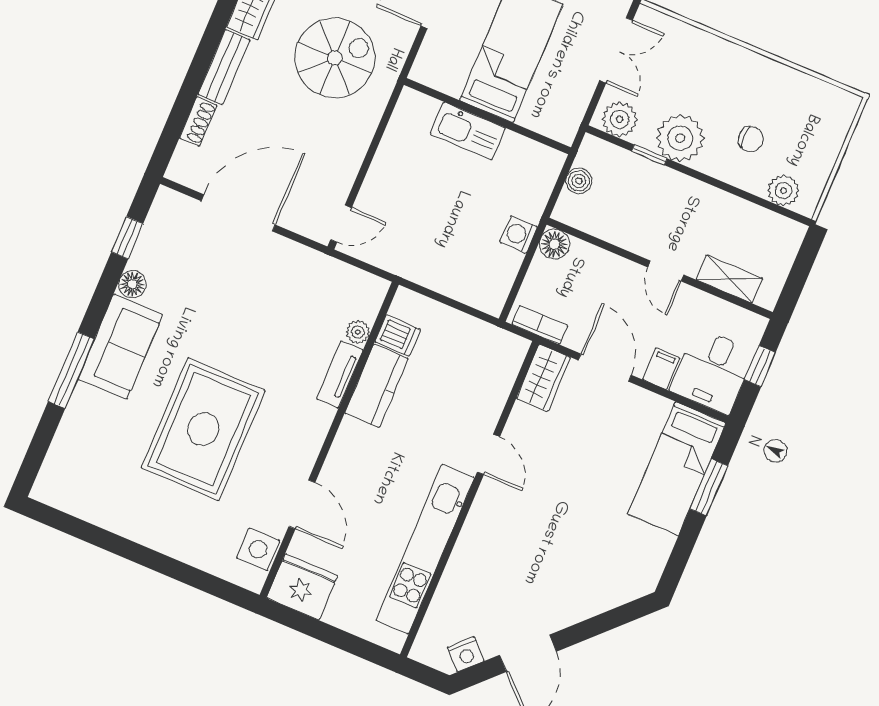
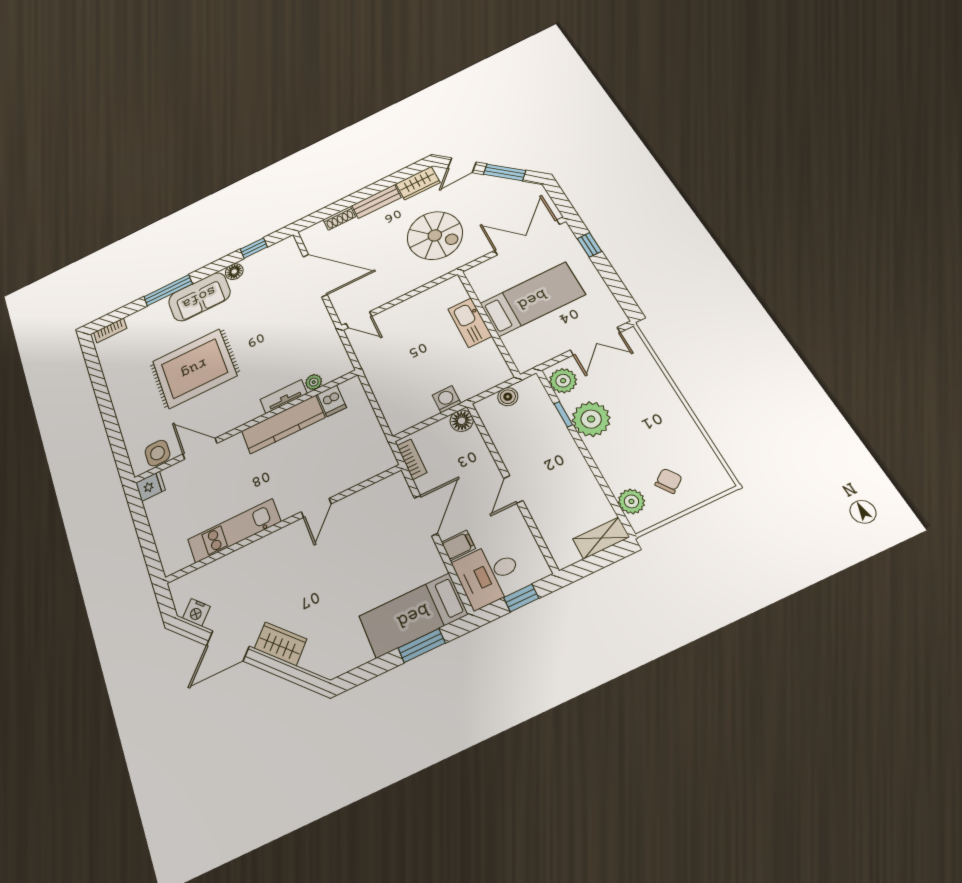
chair: (751, 139) -> (668, 481), moved, turned -126
shelving: (729, 279) -> (601, 538), moved, turned 90
wardrobe: (543, 378) -> (280, 644), moved, turned -135
kitchen counter: (376, 386) -> (283, 424), width x1.50
bookcase: (49, 473) -> (110, 330), added
door: (302, 504) -> (200, 449), swing flipped
kitchen unit: (425, 549) -> (234, 531), width x0.73
fridge: (302, 587) -> (151, 486), width x0.53, depth x0.75

